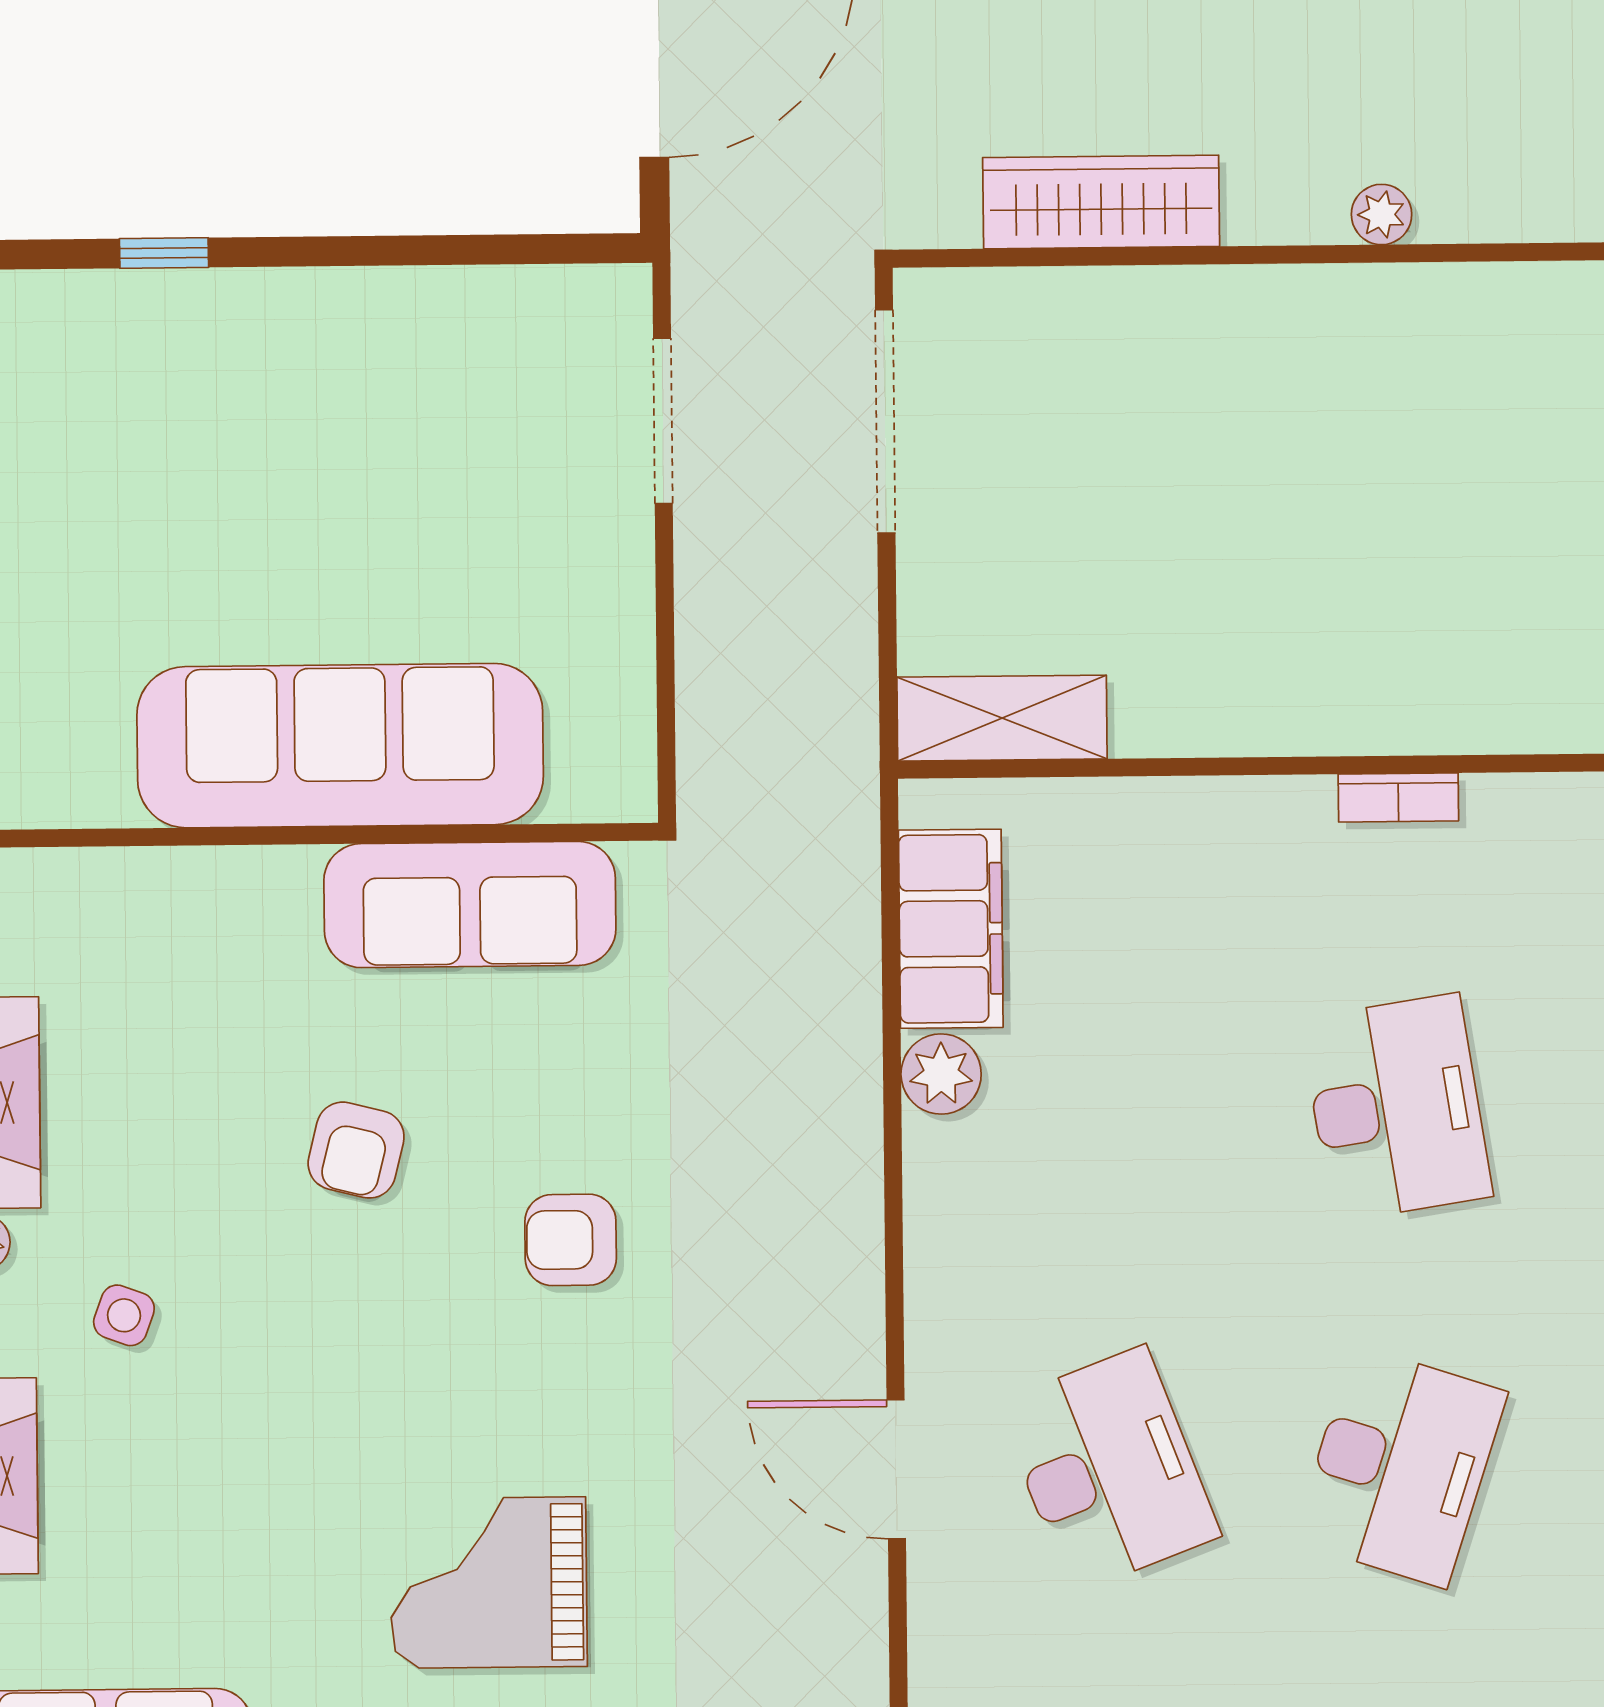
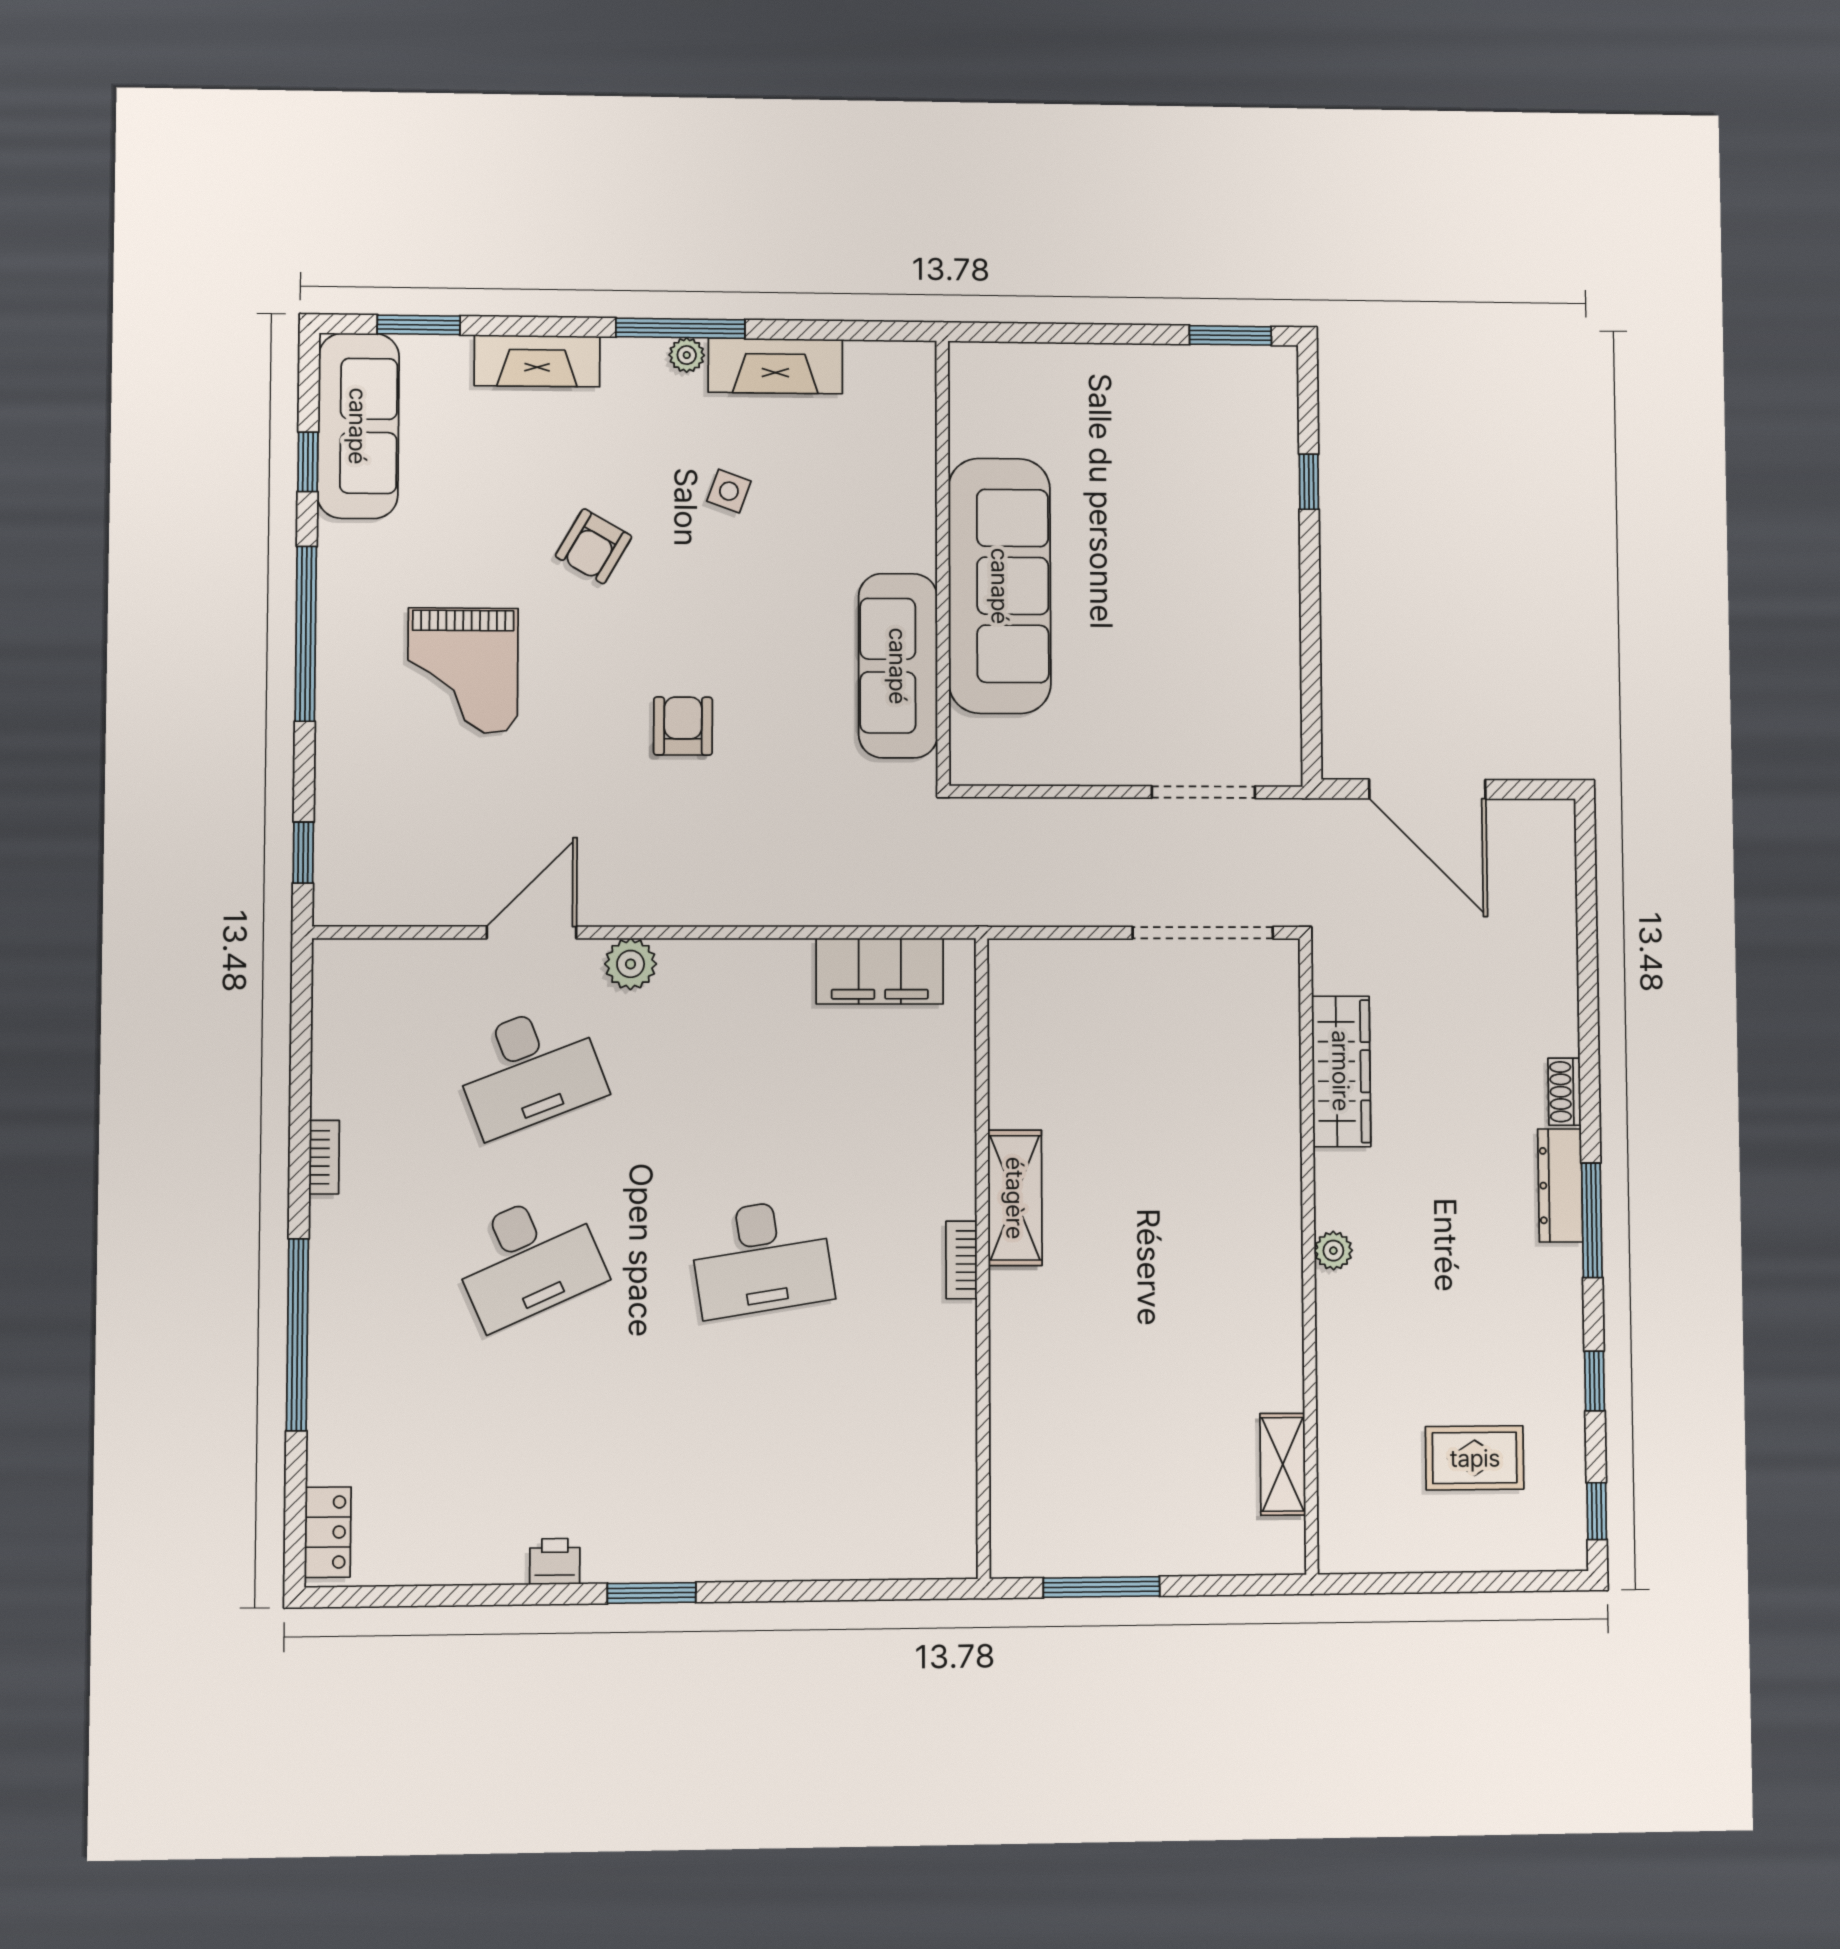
shelving: (1002, 718) -> (1015, 1198), moved
plant: (941, 1074) -> (631, 964), moved
armchair: (356, 1150) -> (594, 546), moved, turned -74
side table: (124, 1315) -> (729, 491), moved
desk: (1400, 1467) -> (528, 1259), turned -42
grand piano: (489, 1583) -> (463, 670), turned 180

